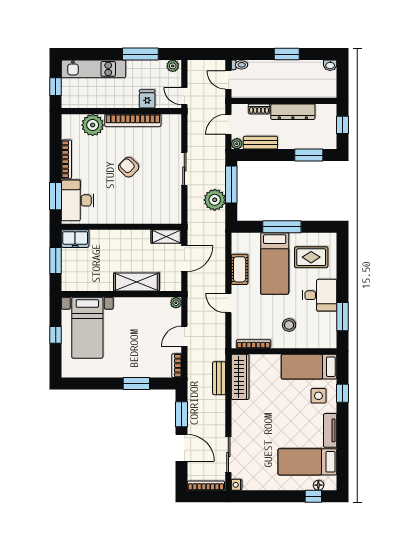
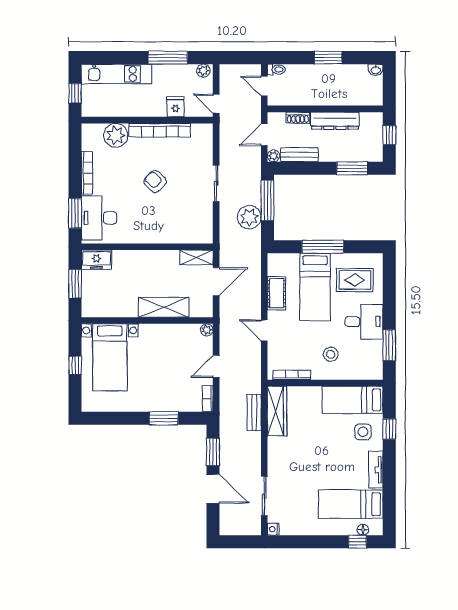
bookcase: (206, 486) -> (240, 530), removed

